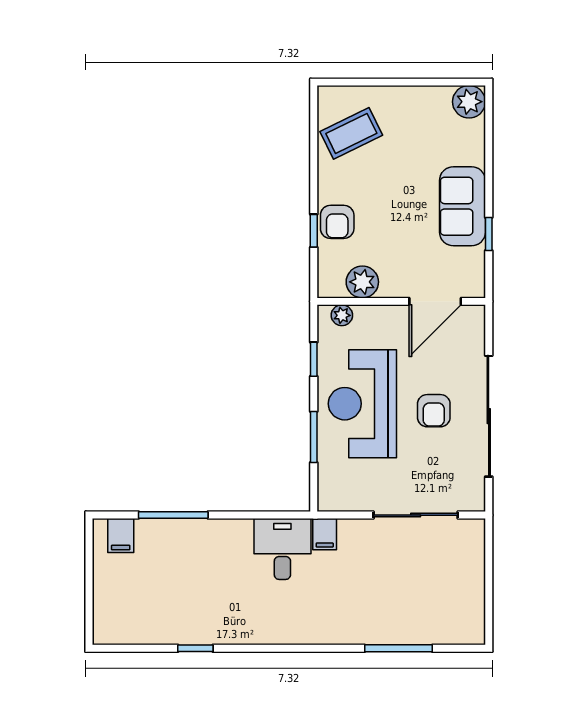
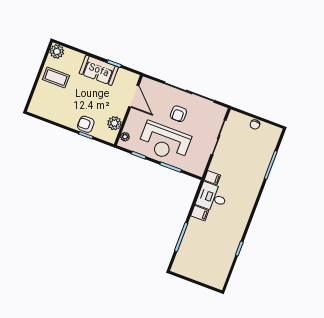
coffee table: (351, 133) -> (56, 78), moved, turned -64
armchair: (337, 222) -> (86, 124), turned 180
armchair: (434, 411) -> (178, 114), turned 90
filing cabinet: (121, 536) -> (200, 213), moved
chair: (472, 582) -> (255, 124), added

